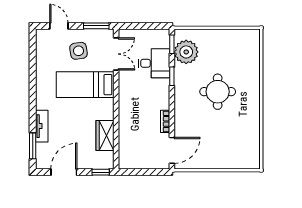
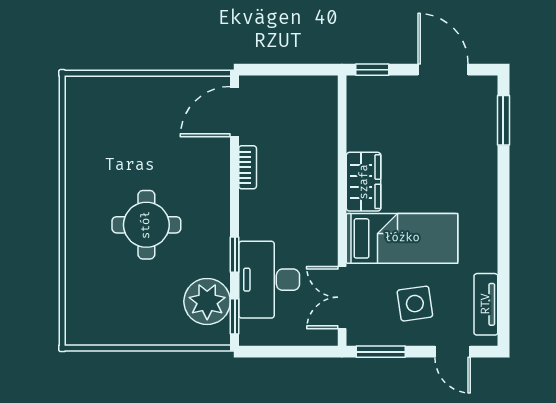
desk: (154, 63) -> (269, 280), width x1.37
tv unit: (42, 126) -> (486, 304), moved
wardrobe: (105, 135) -> (364, 182), moved
door: (64, 172) -> (443, 70), swing flipped

